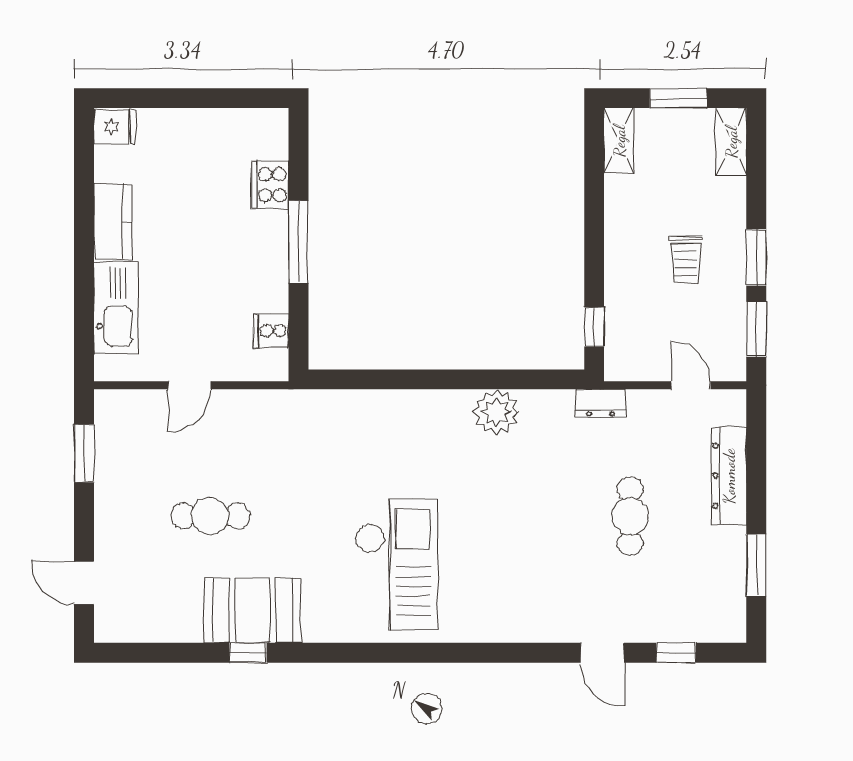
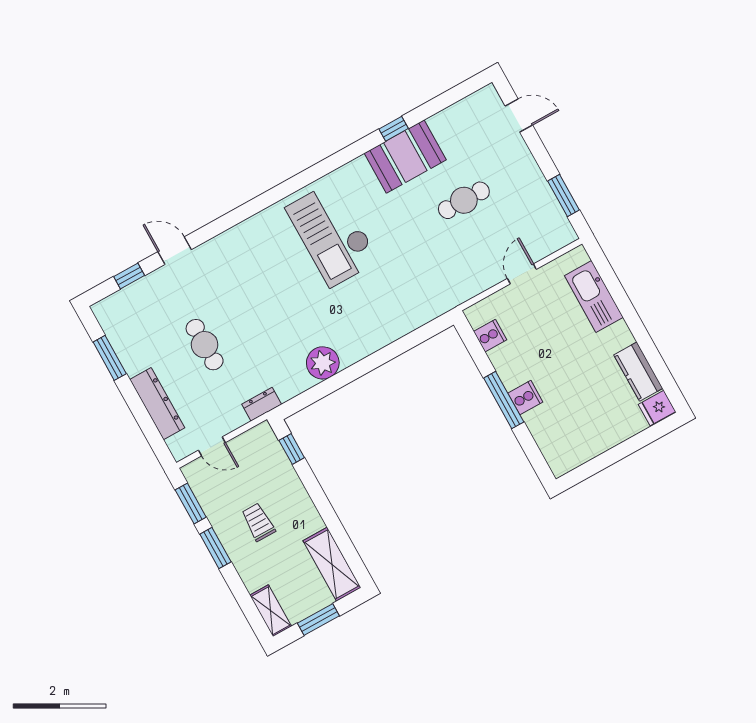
shelving: (619, 141) -> (332, 564), width x1.50, depth x1.33
cooker: (270, 185) -> (525, 398), moved, width x0.73
kitchen counter: (113, 221) -> (638, 372), moved

